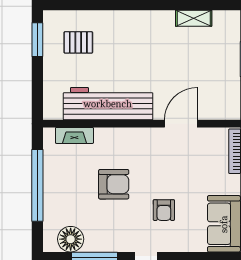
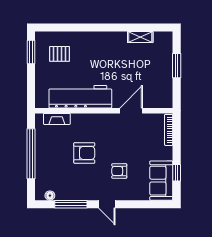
armchair: (164, 210) -> (119, 171), turned 90
floor lamp: (71, 239) -> (50, 196), width x0.53, depth x0.53

